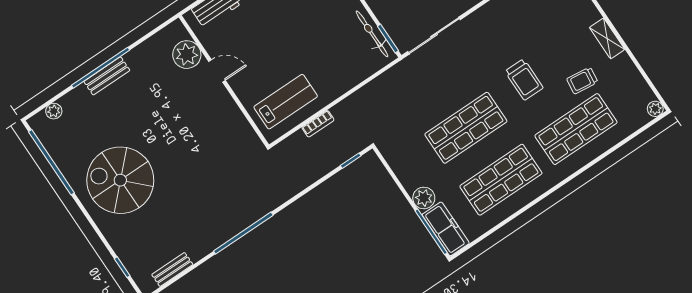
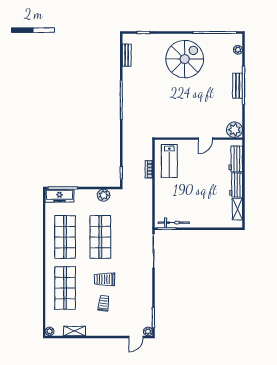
shelving: (607, 38) -> (74, 331), moved
plant: (187, 55) -> (235, 130), moved
trolley: (582, 81) -> (104, 303), moved
plant: (424, 198) -> (103, 195), moved

